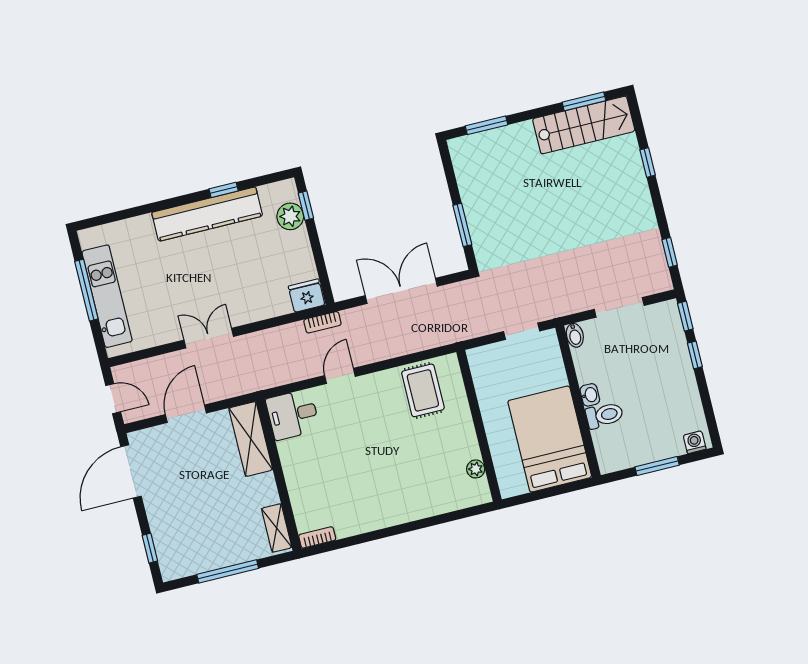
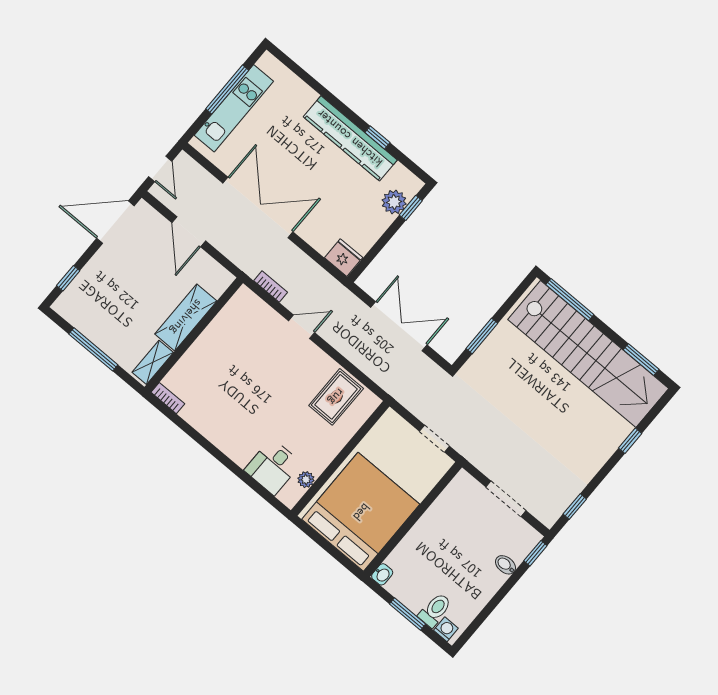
window: (487, 125) -> (570, 300), width x1.44
stairs: (584, 125) -> (588, 354), width x1.86, depth x1.51
bookcase: (322, 322) -> (271, 286), moved, turned 180
bidet: (575, 335) -> (506, 565), moved, turned 90
double door: (209, 338) -> (258, 207), width x1.87
window: (695, 355) -> (512, 582), removed
washbasin: (590, 395) -> (382, 574), moved
door: (186, 414) -> (189, 232), swing flipped
desk: (293, 415) -> (273, 467), moved, turned -90
toilet: (604, 415) -> (435, 610), moved, turned -90
shelving: (251, 439) -> (186, 317), moved
bed: (550, 439) -> (361, 512), width x1.36

